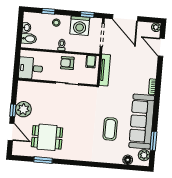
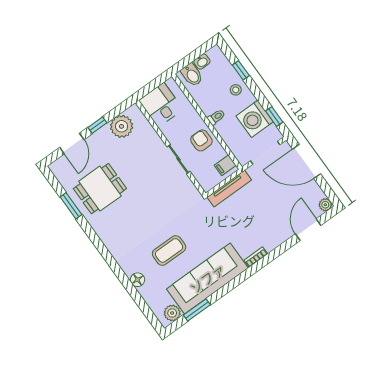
door: (125, 18) -> (307, 161), hinge flipped
plant: (23, 109) -> (122, 126), moved
dining table: (47, 137) -> (100, 189), turned 90
floor lamp: (128, 160) -> (138, 280), moved

